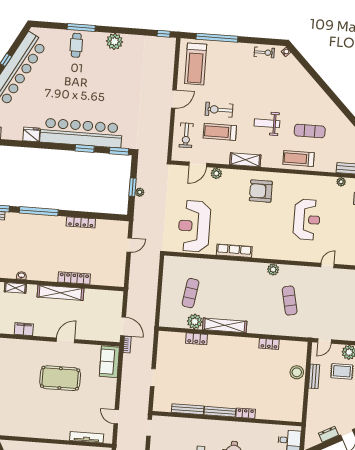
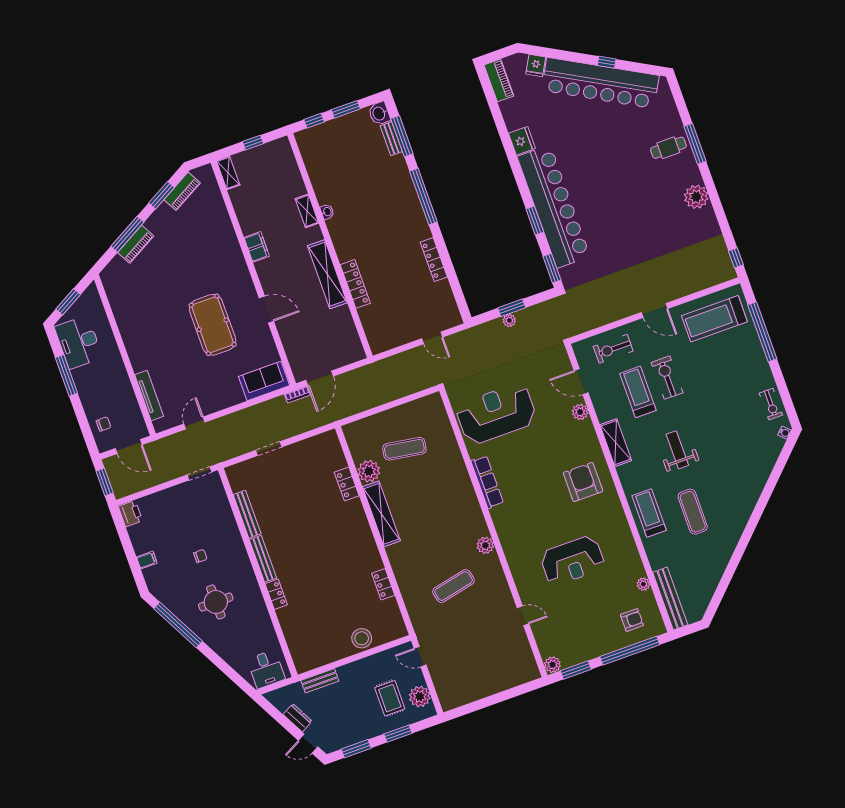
bench: (314, 376) -> (320, 681), moved

